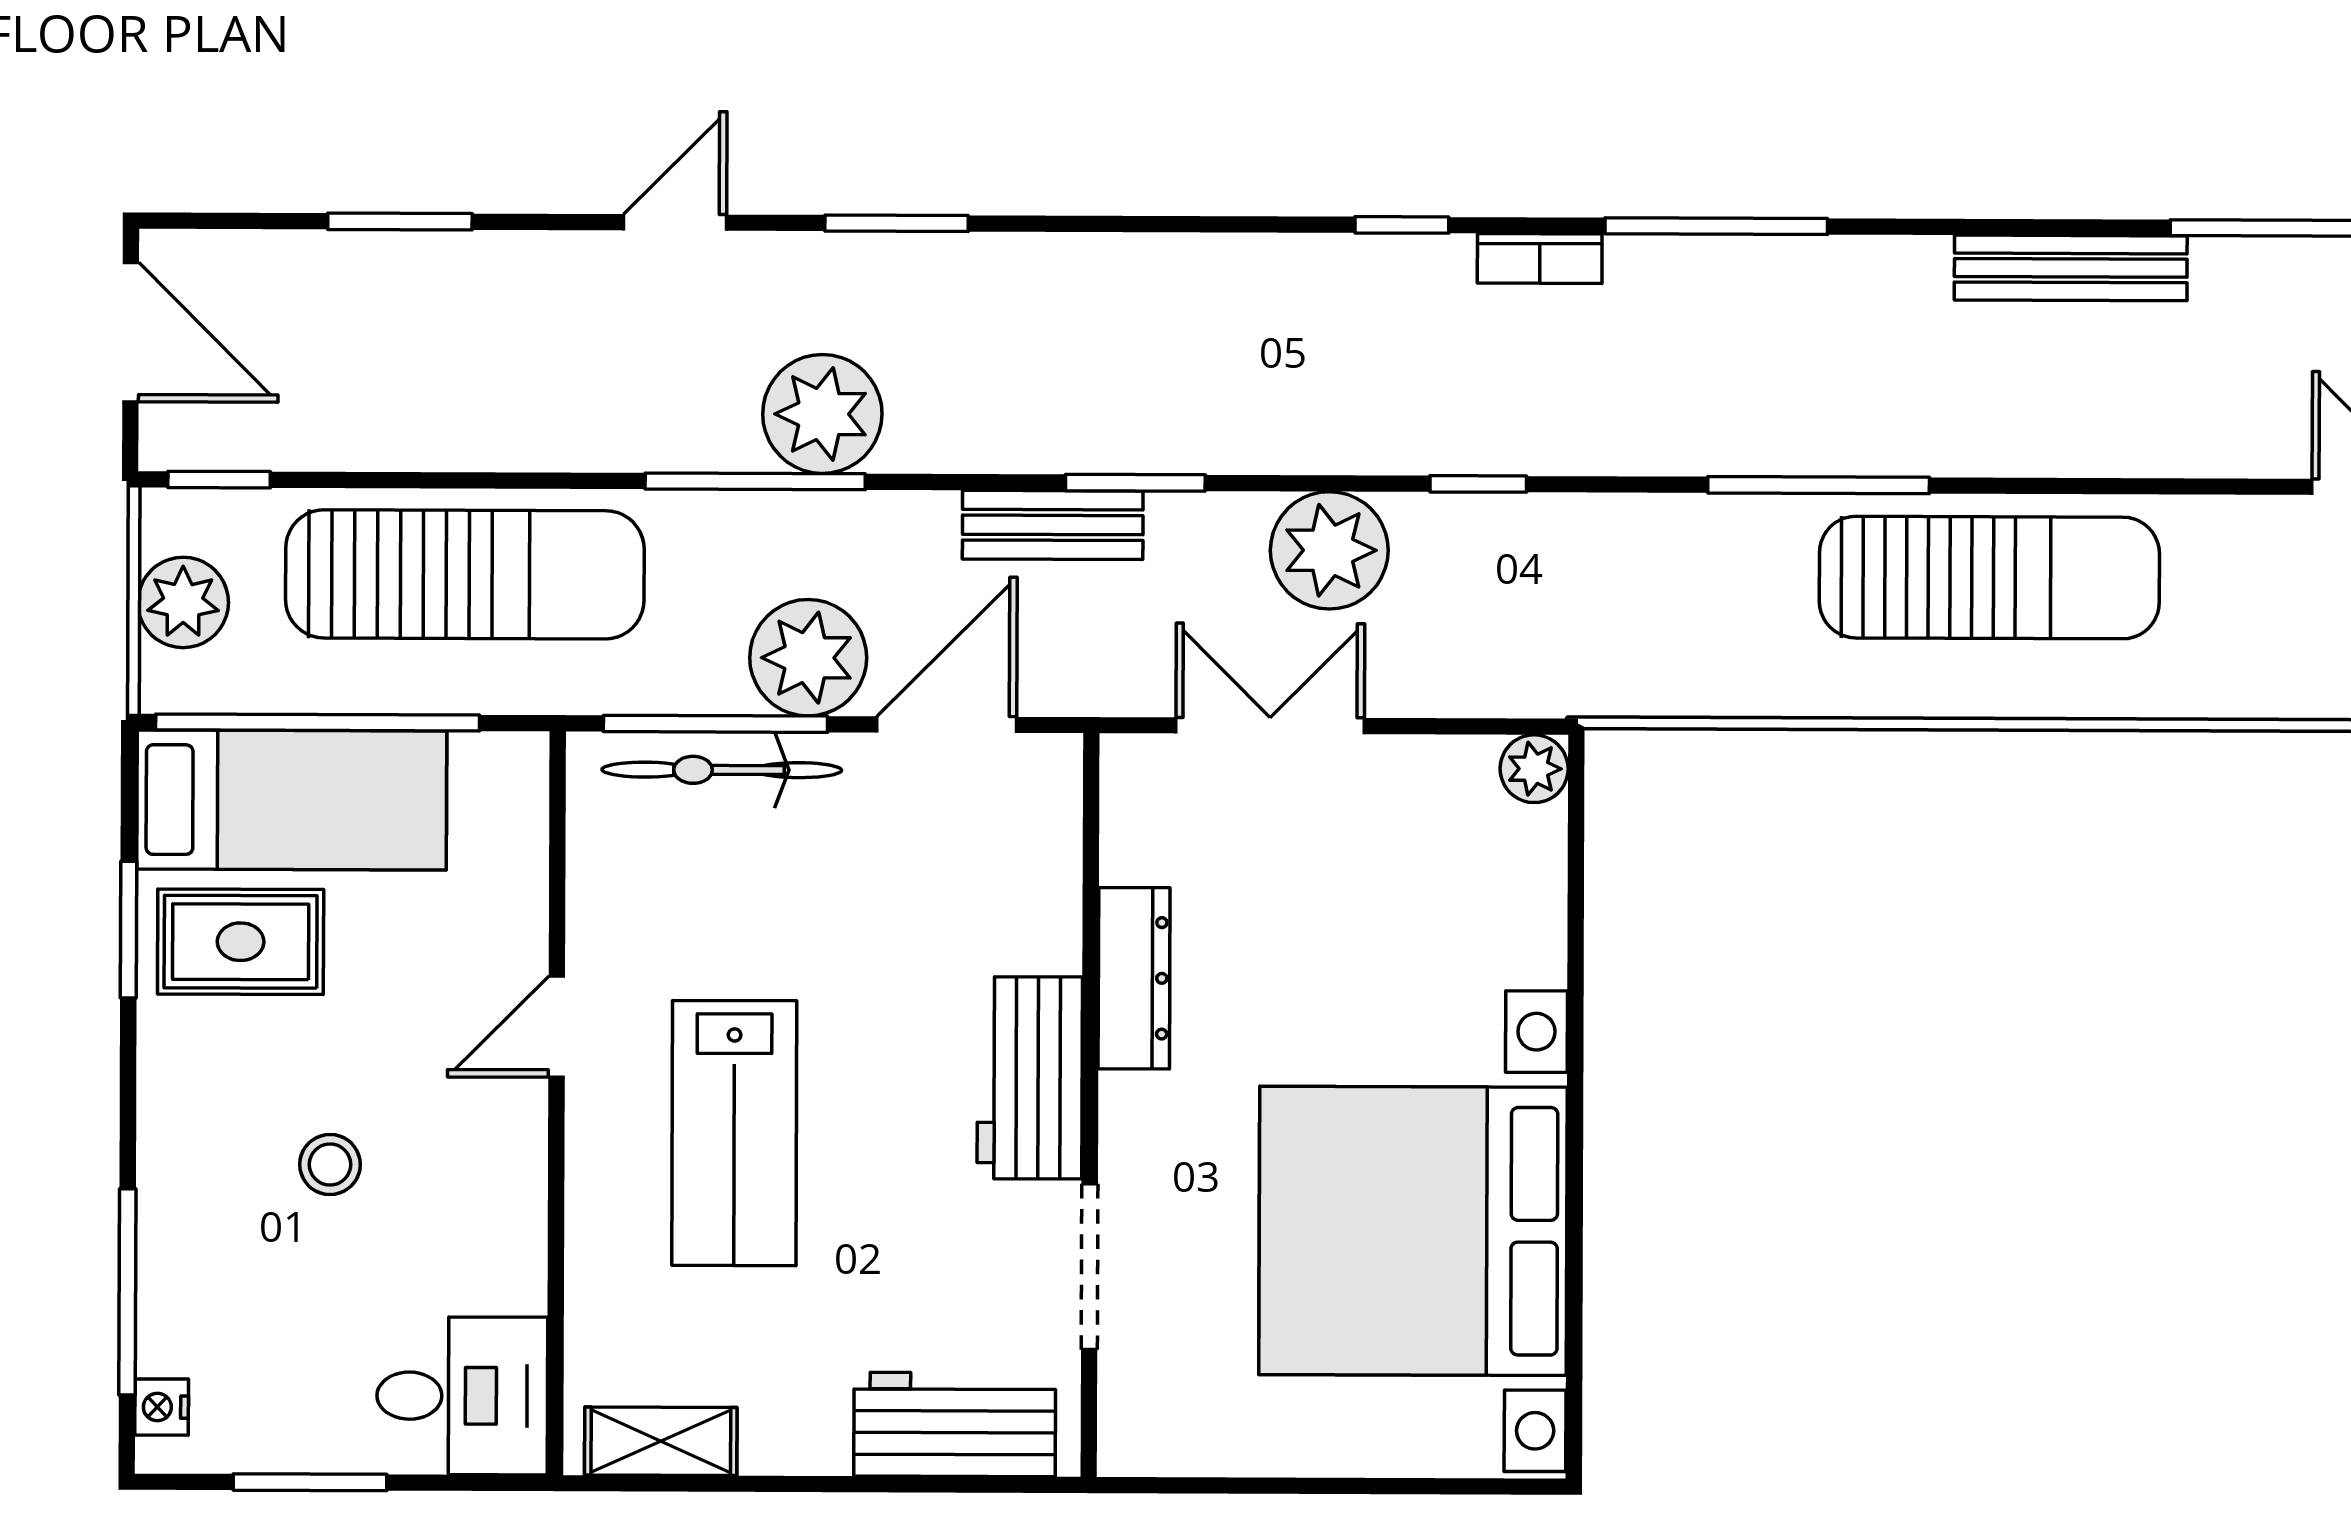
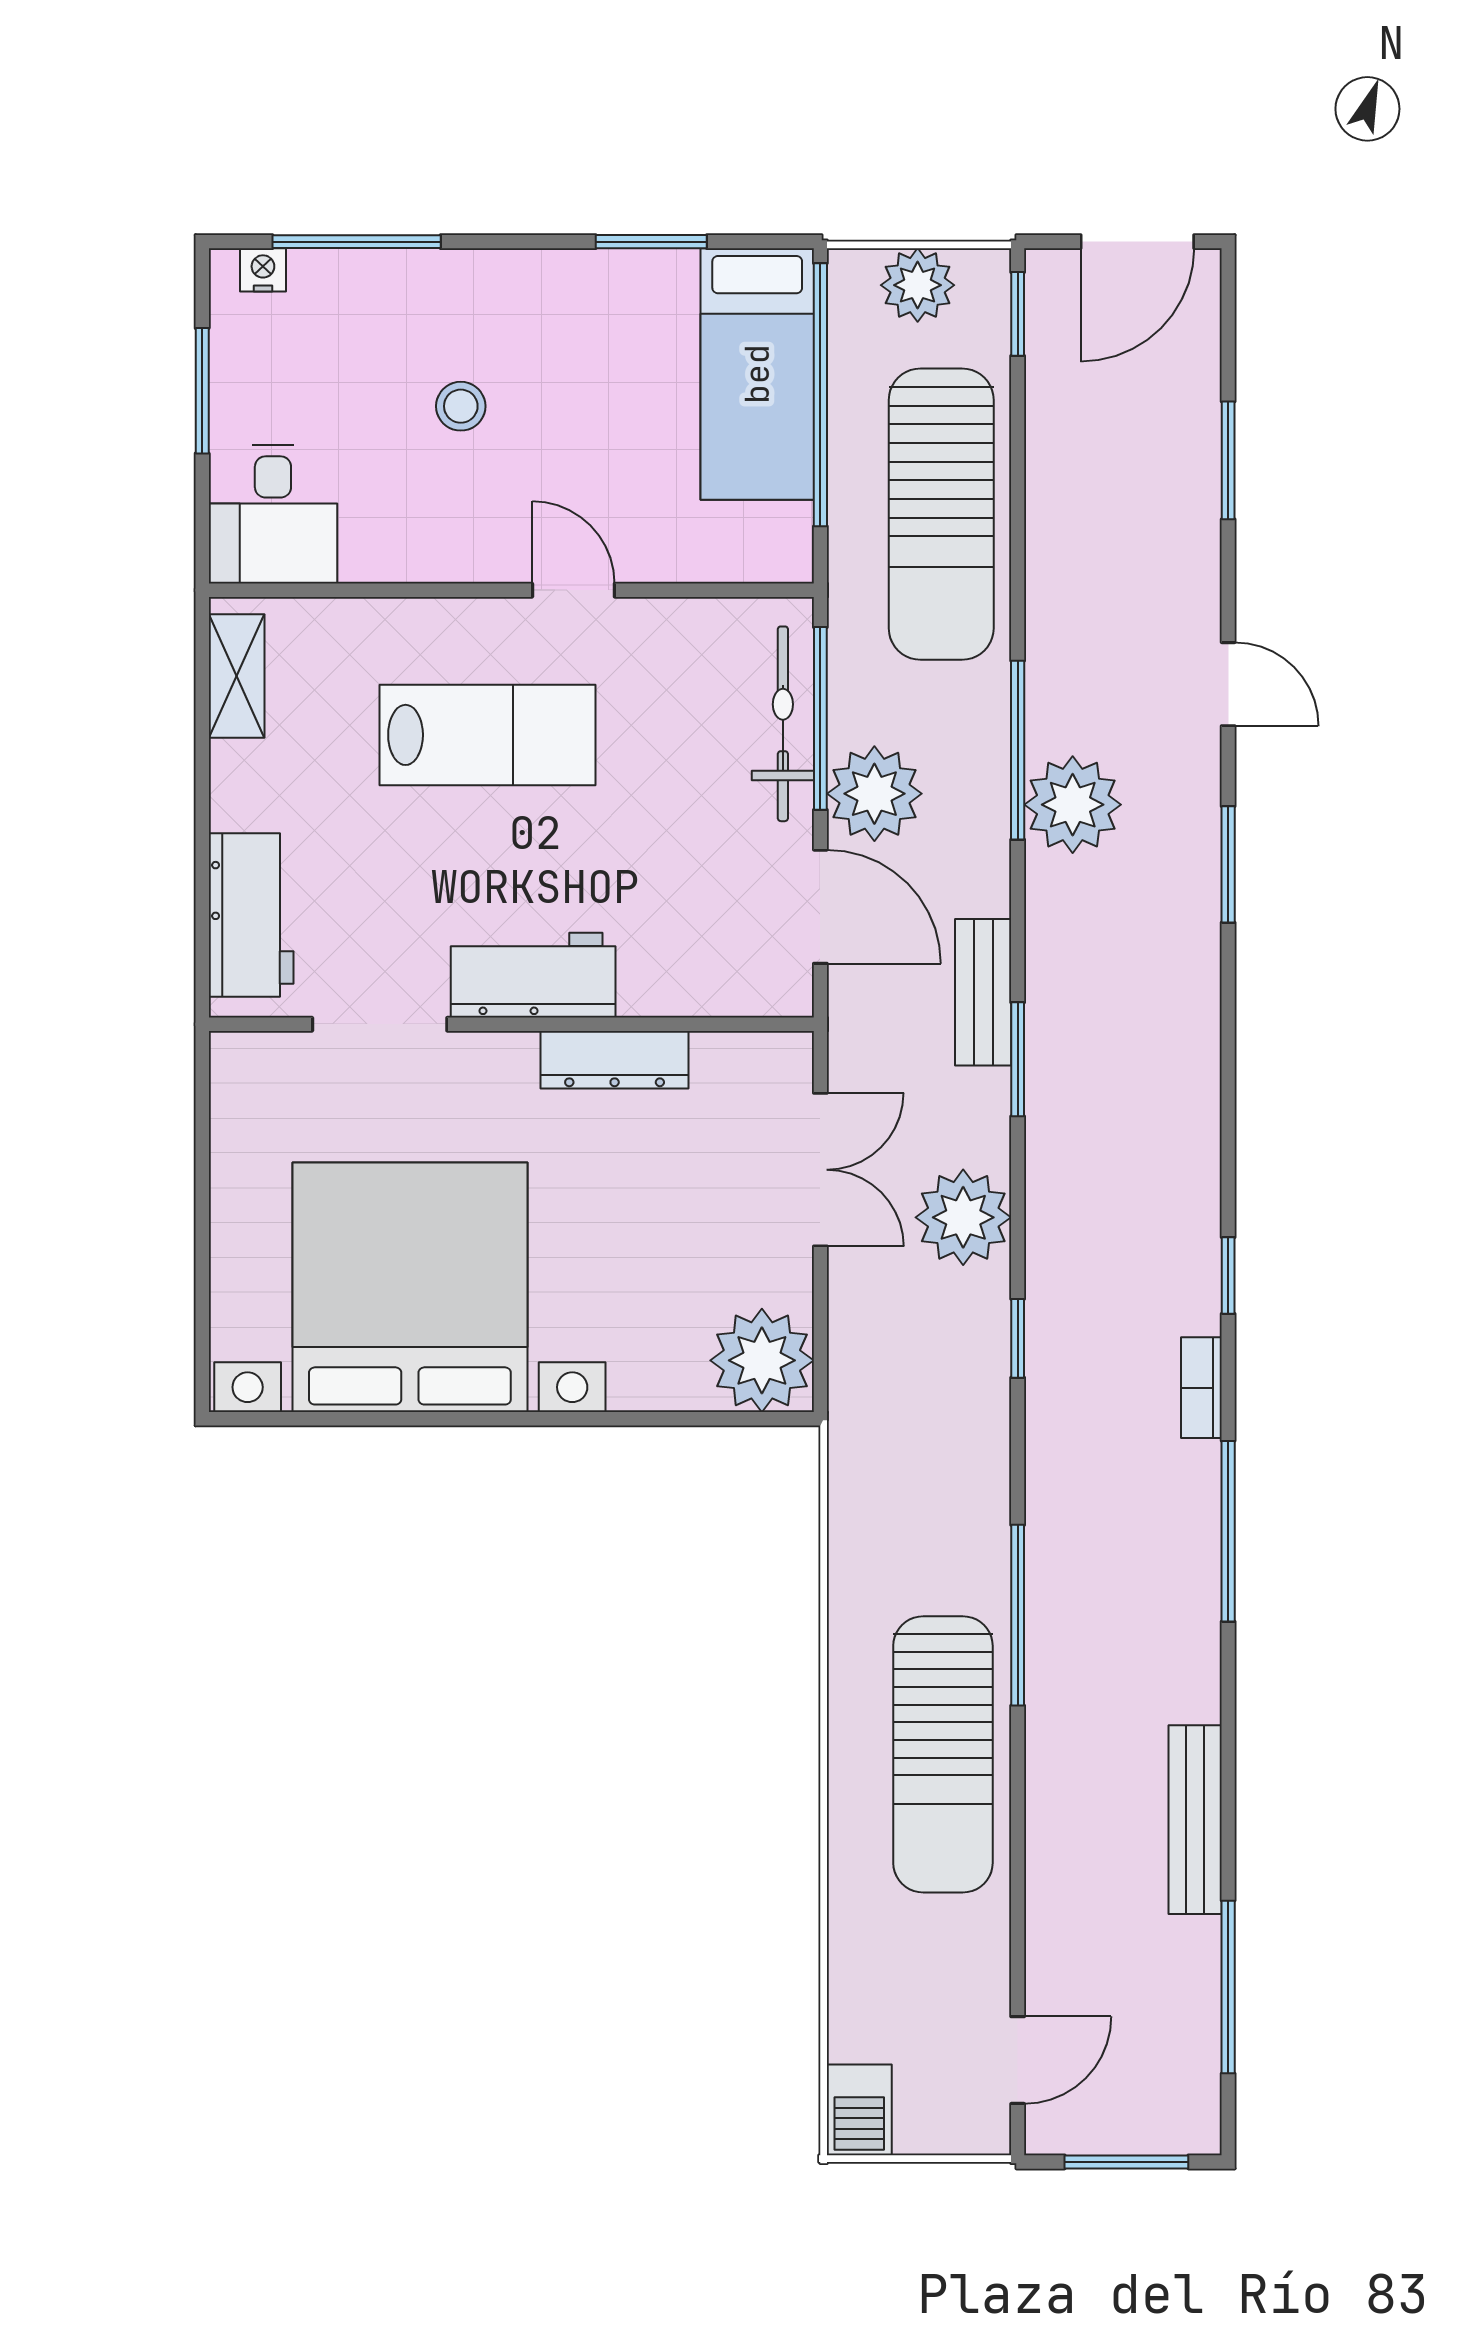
plant: (1534, 769) -> (762, 1360), width x1.87, depth x1.87
rug: (241, 942) -> (642, 333), removed
lab bench: (734, 1133) -> (487, 735), turned 180

